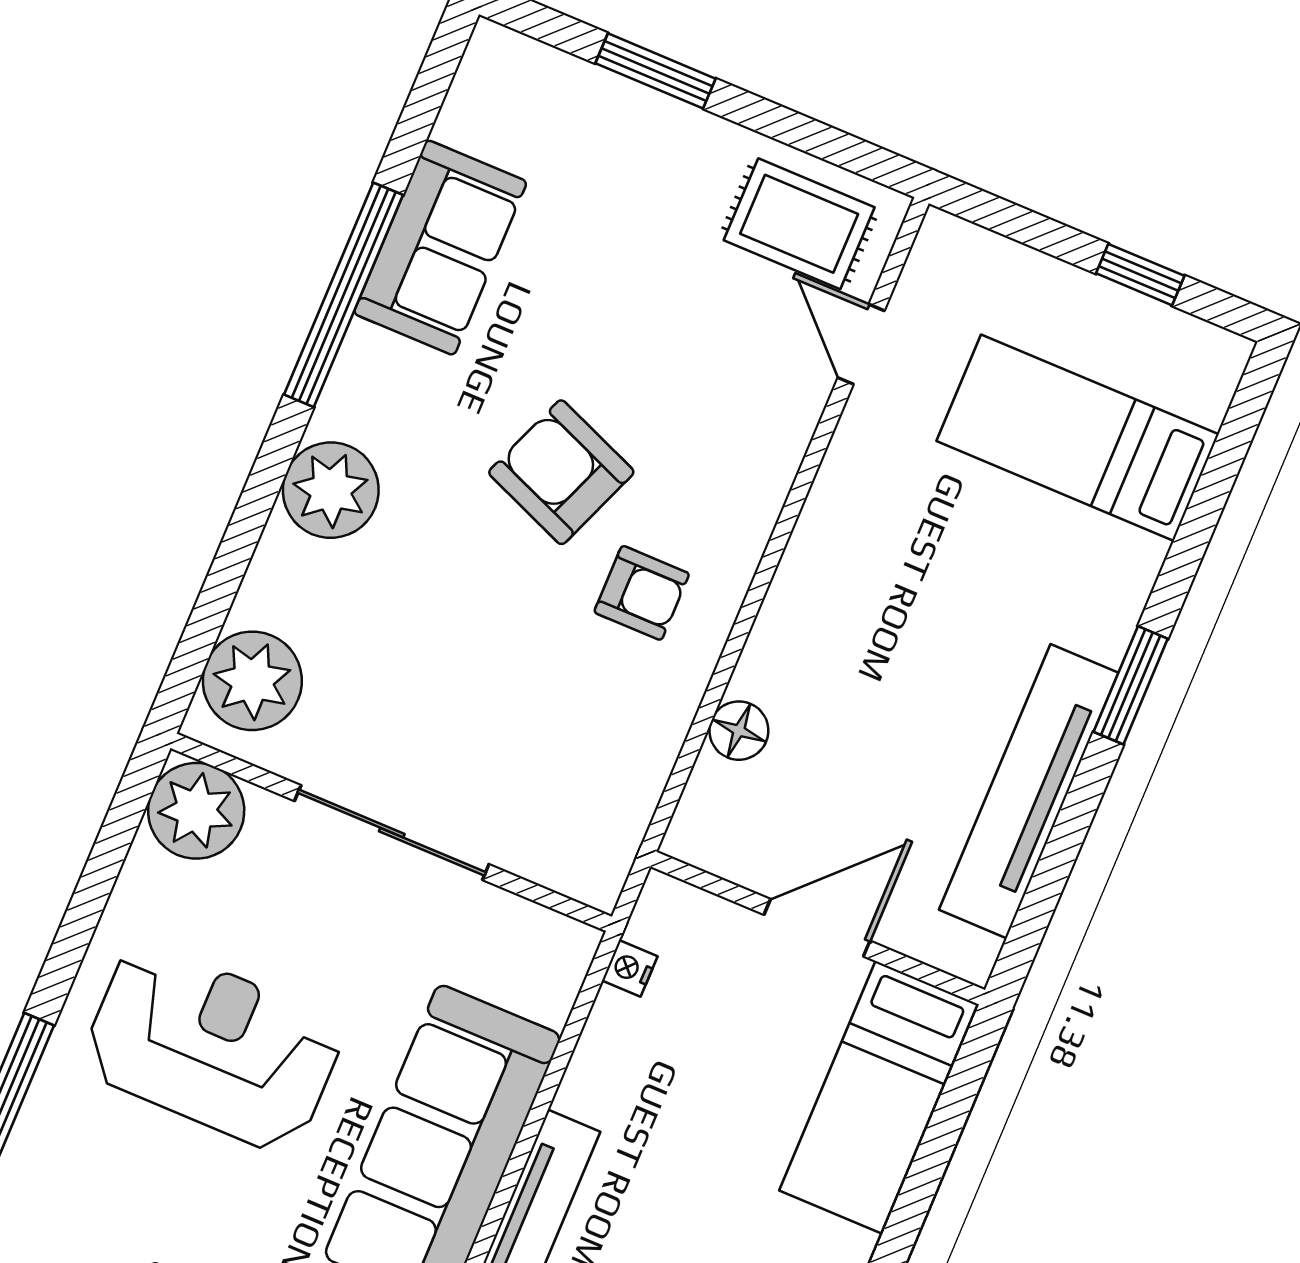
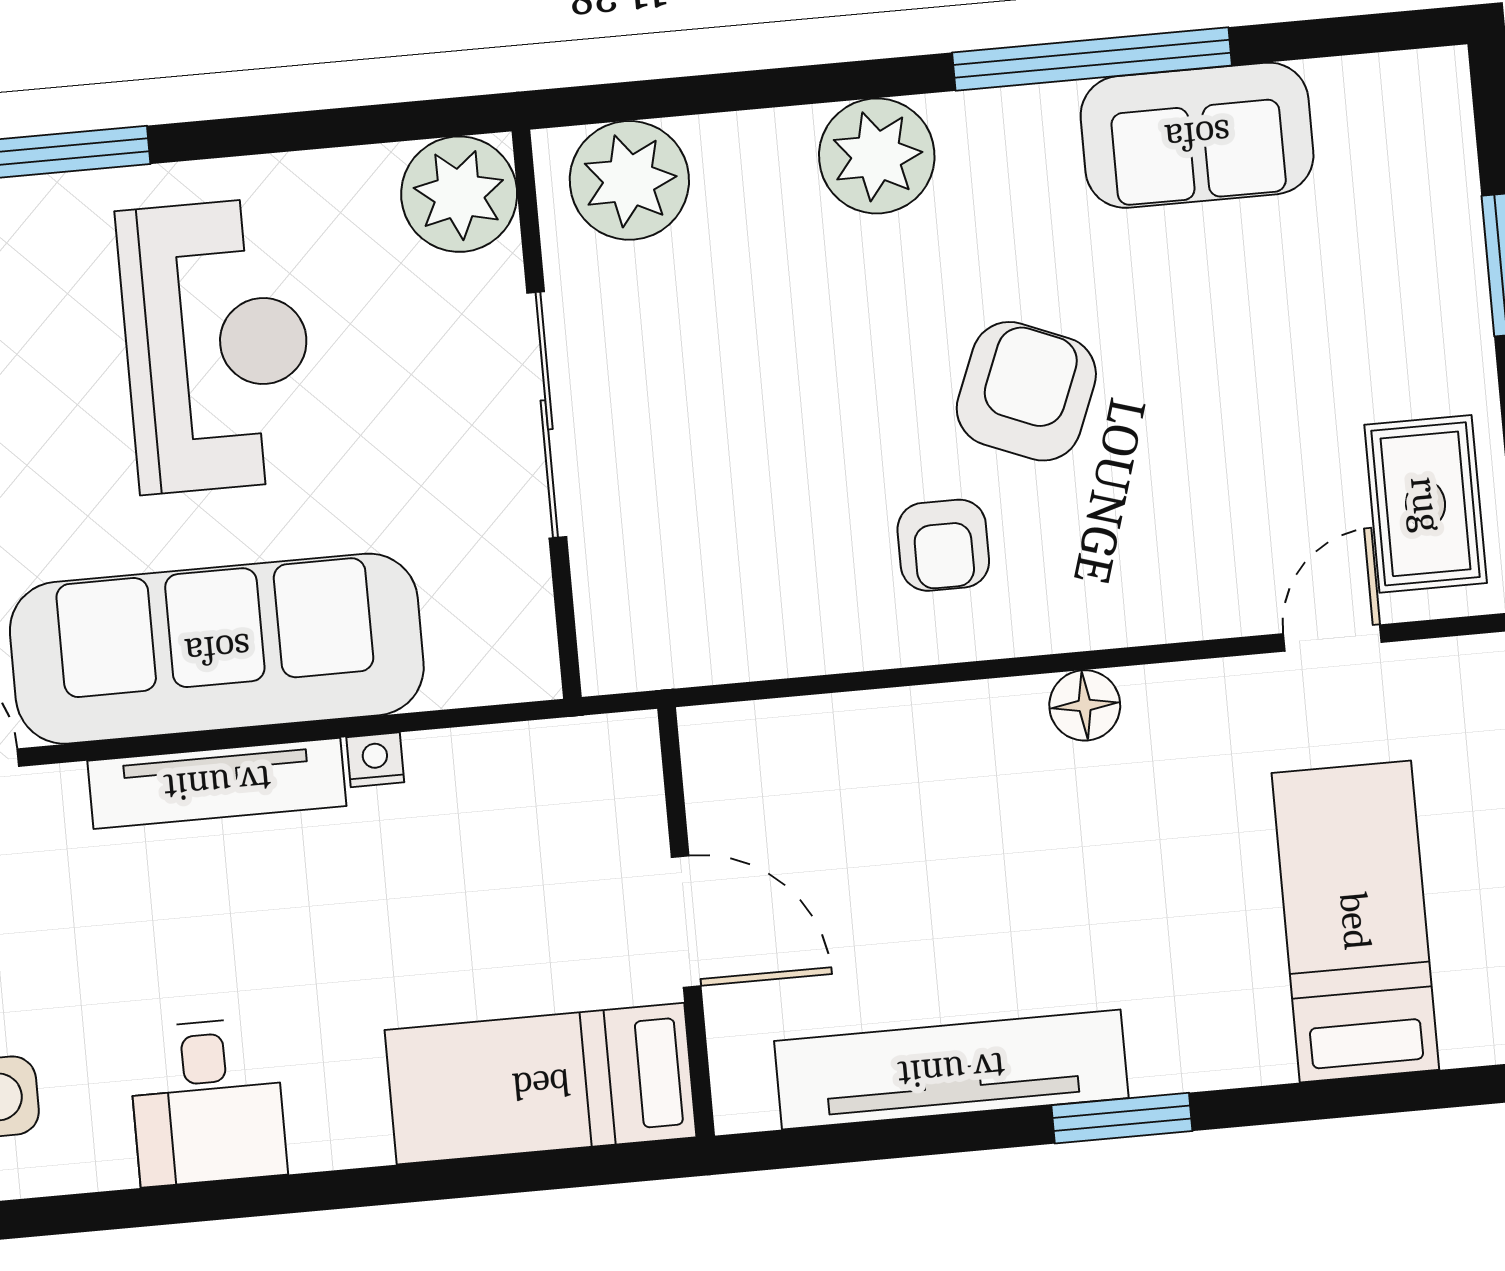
floor lamp: (739, 731) -> (1085, 705), moved
nightstand: (630, 968) -> (375, 760), moved

